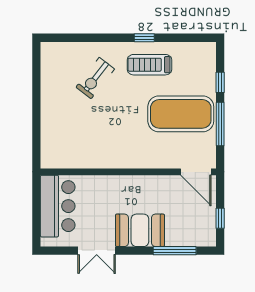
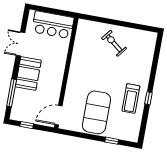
treadmill: (149, 65) -> (131, 98), turned 180
exercise bike: (95, 78) -> (114, 43), moved
window: (220, 124) -> (86, 136), removed

